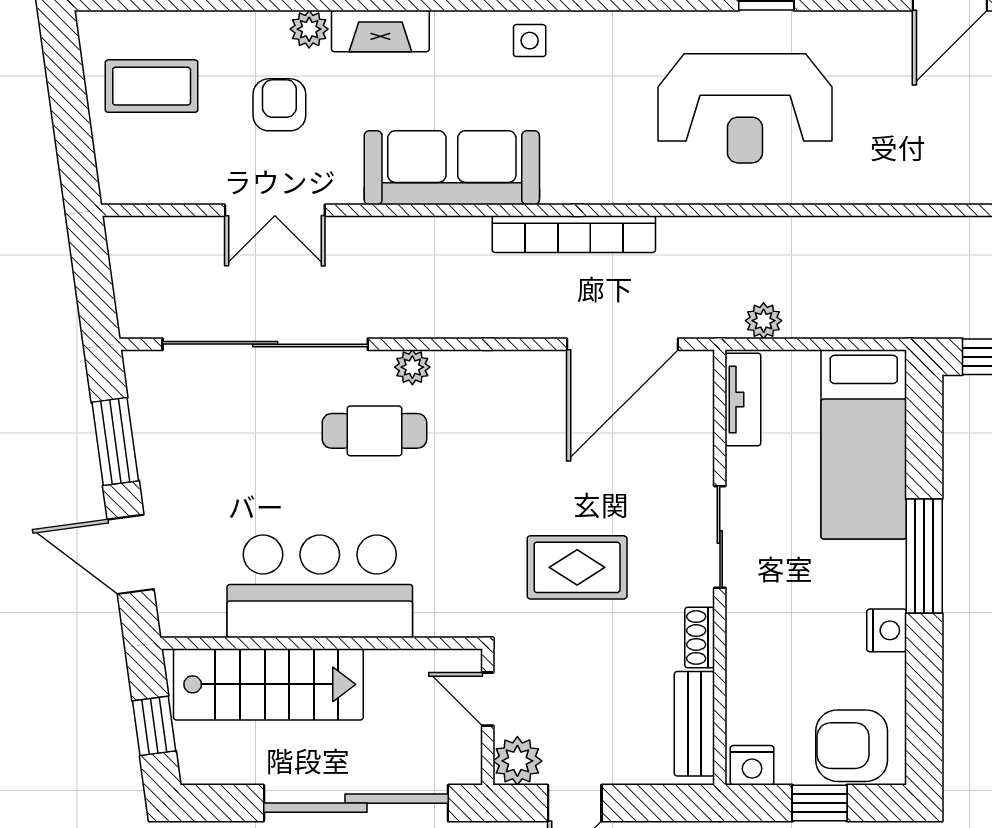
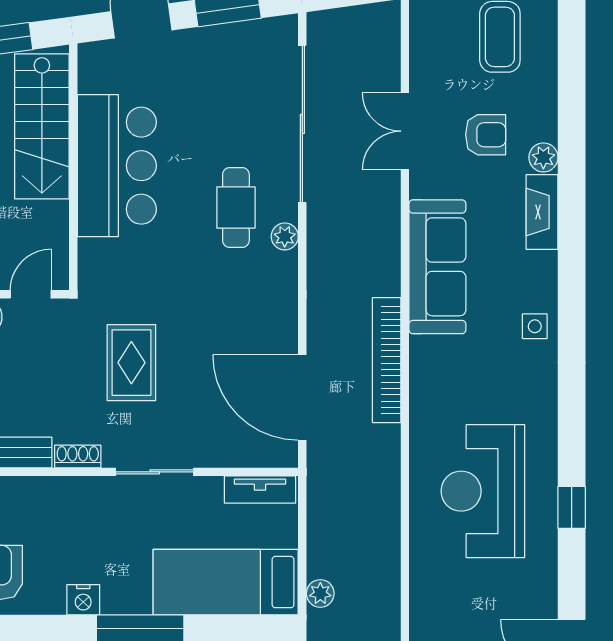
plant: (764, 321) -> (320, 593), moved

